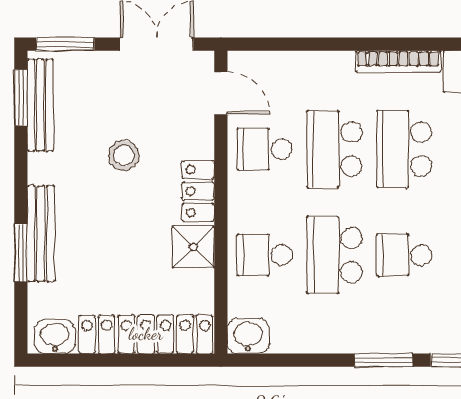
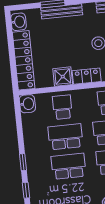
school desk: (404, 255) -> (68, 166), width x1.85
window: (384, 360) -> (23, 162), width x0.67

